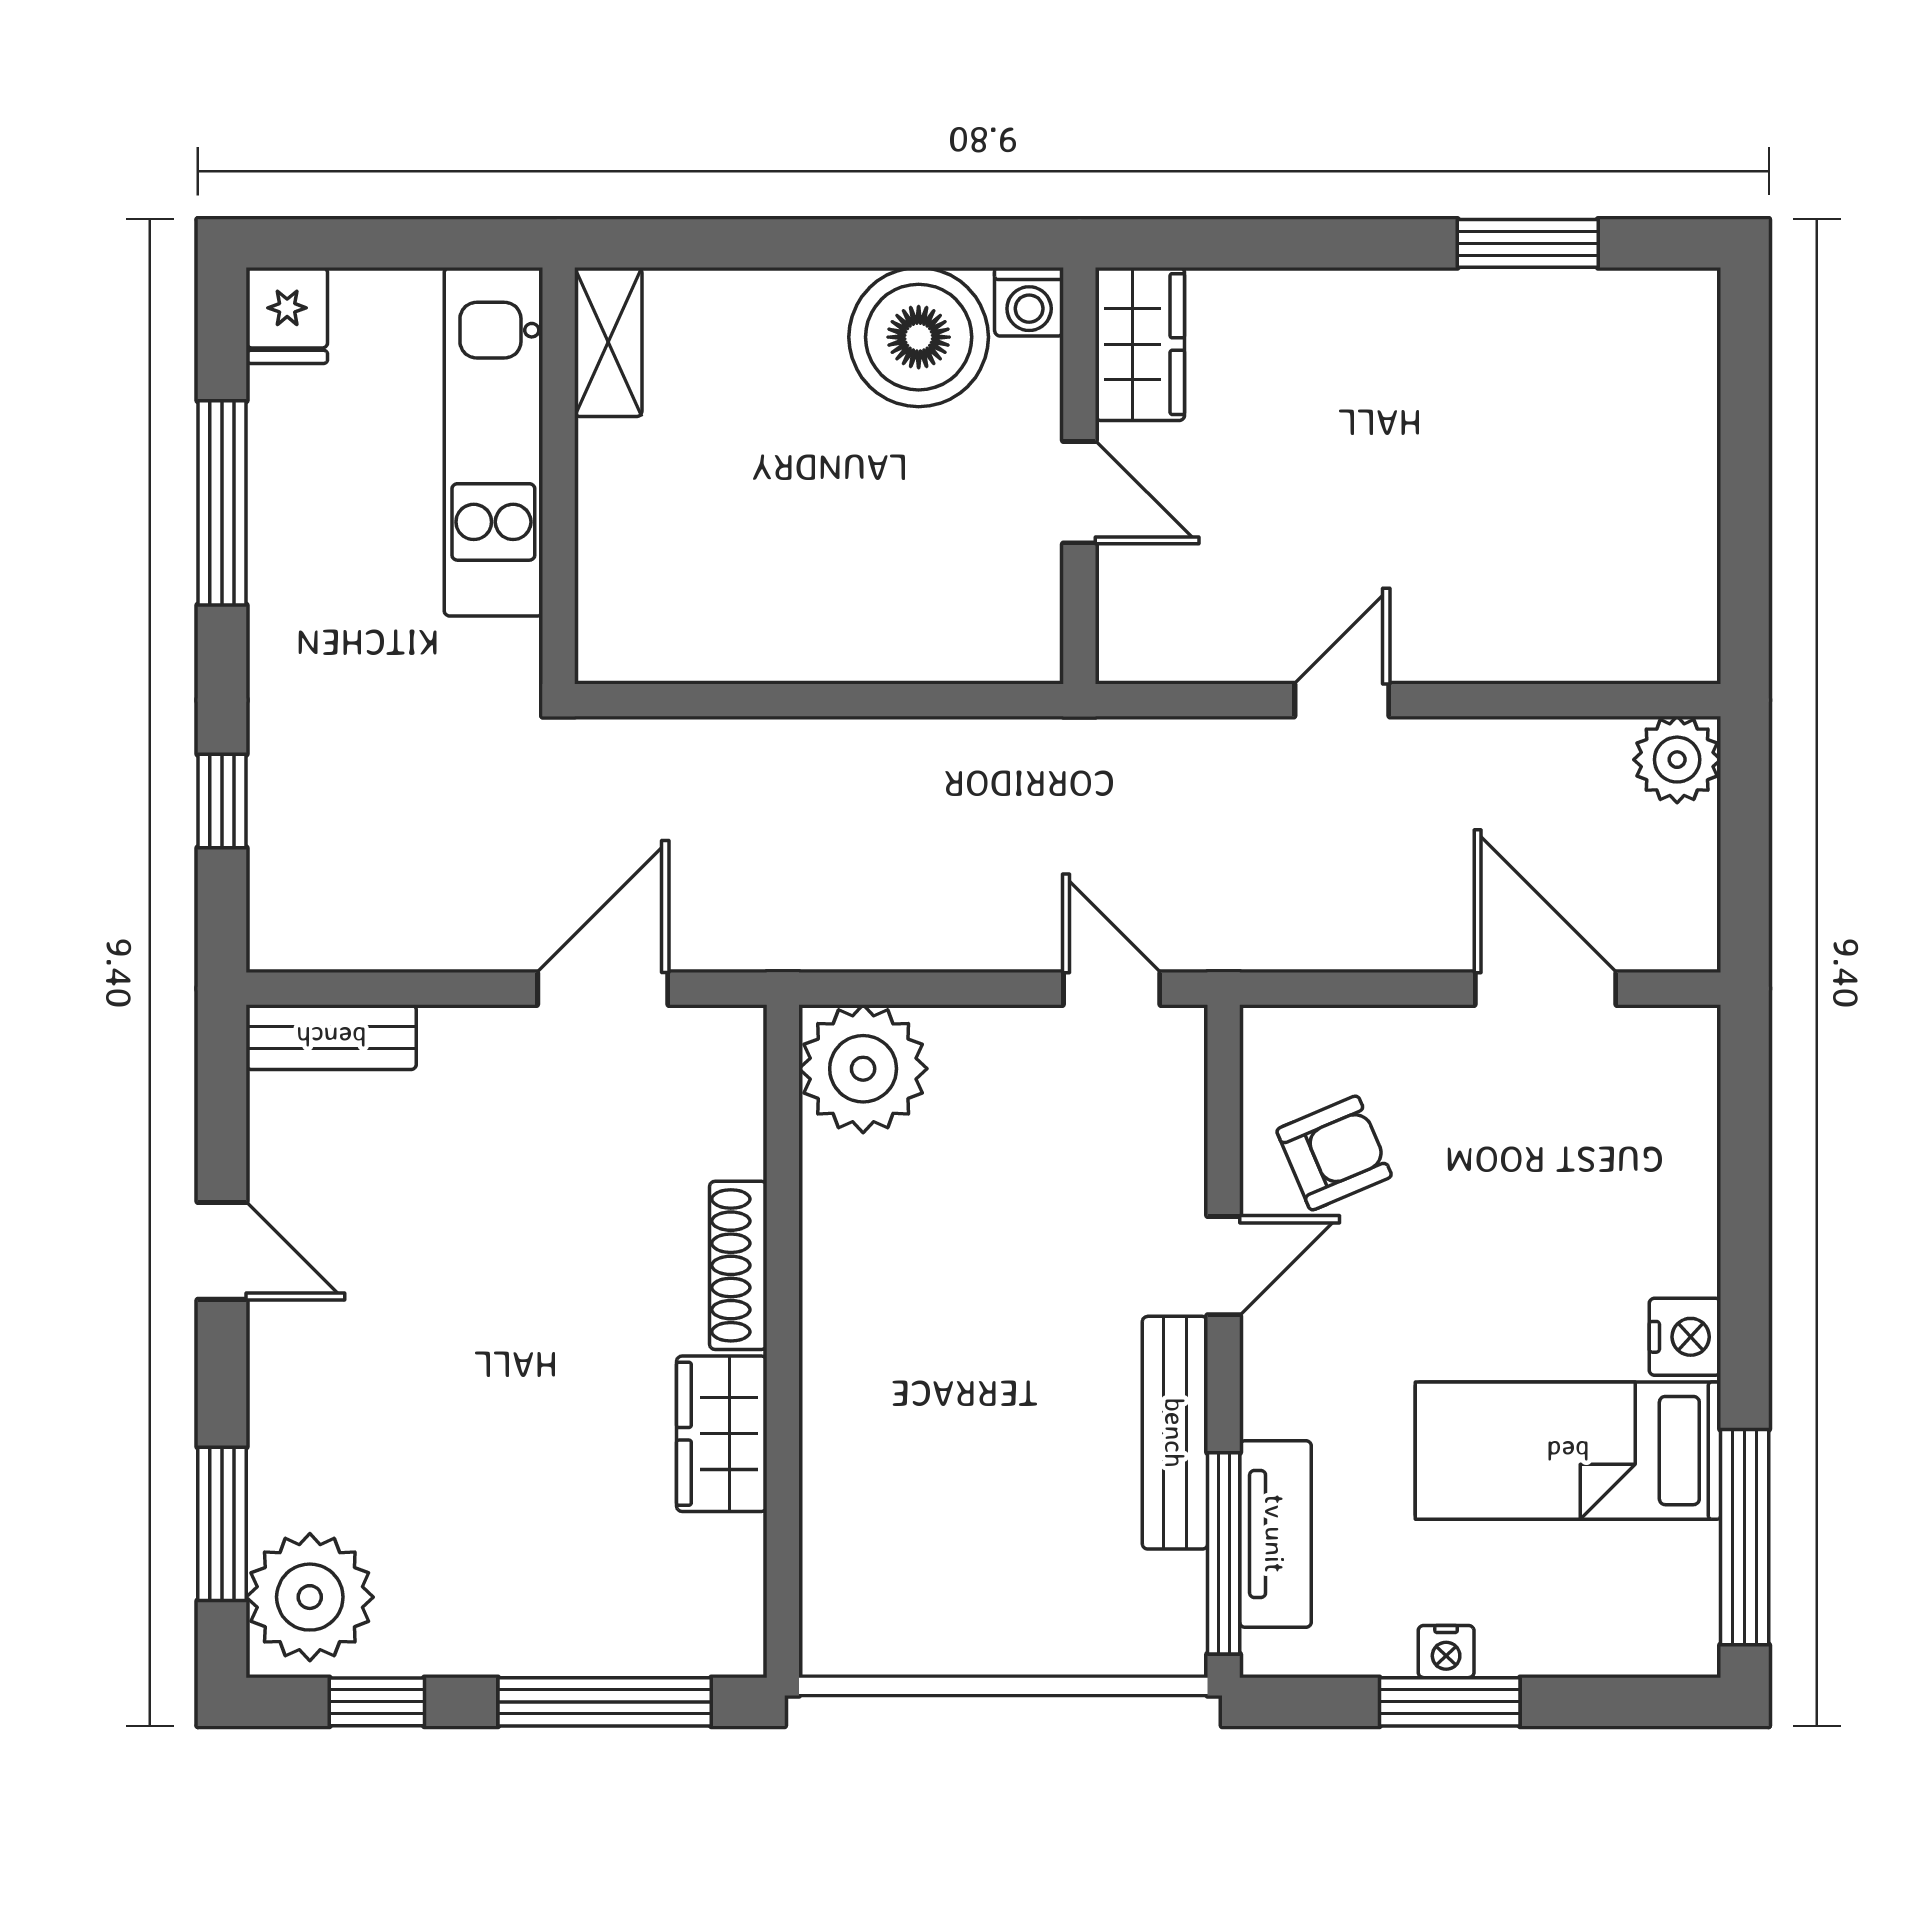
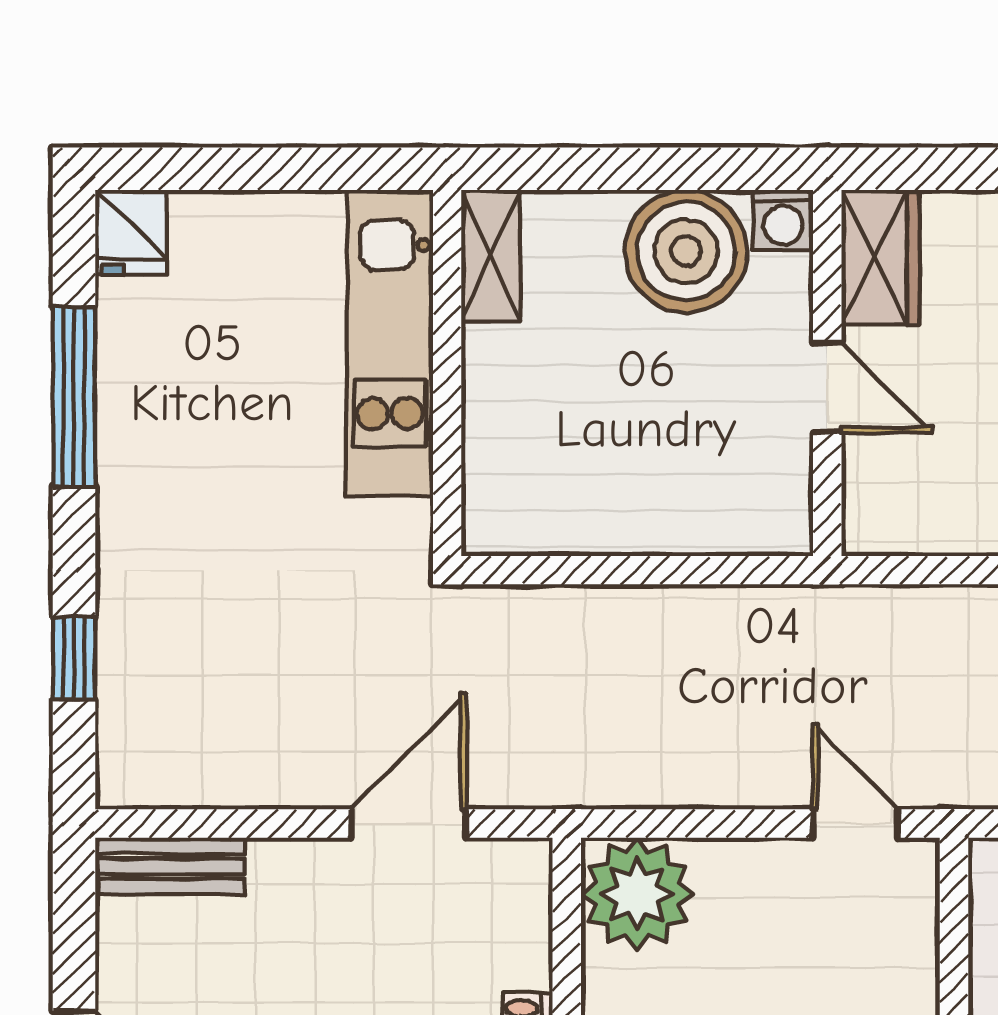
shelving: (608, 342) -> (491, 256), moved
kitchen unit: (493, 442) -> (390, 343), moved
wall: (559, 476) -> (447, 373), moved

